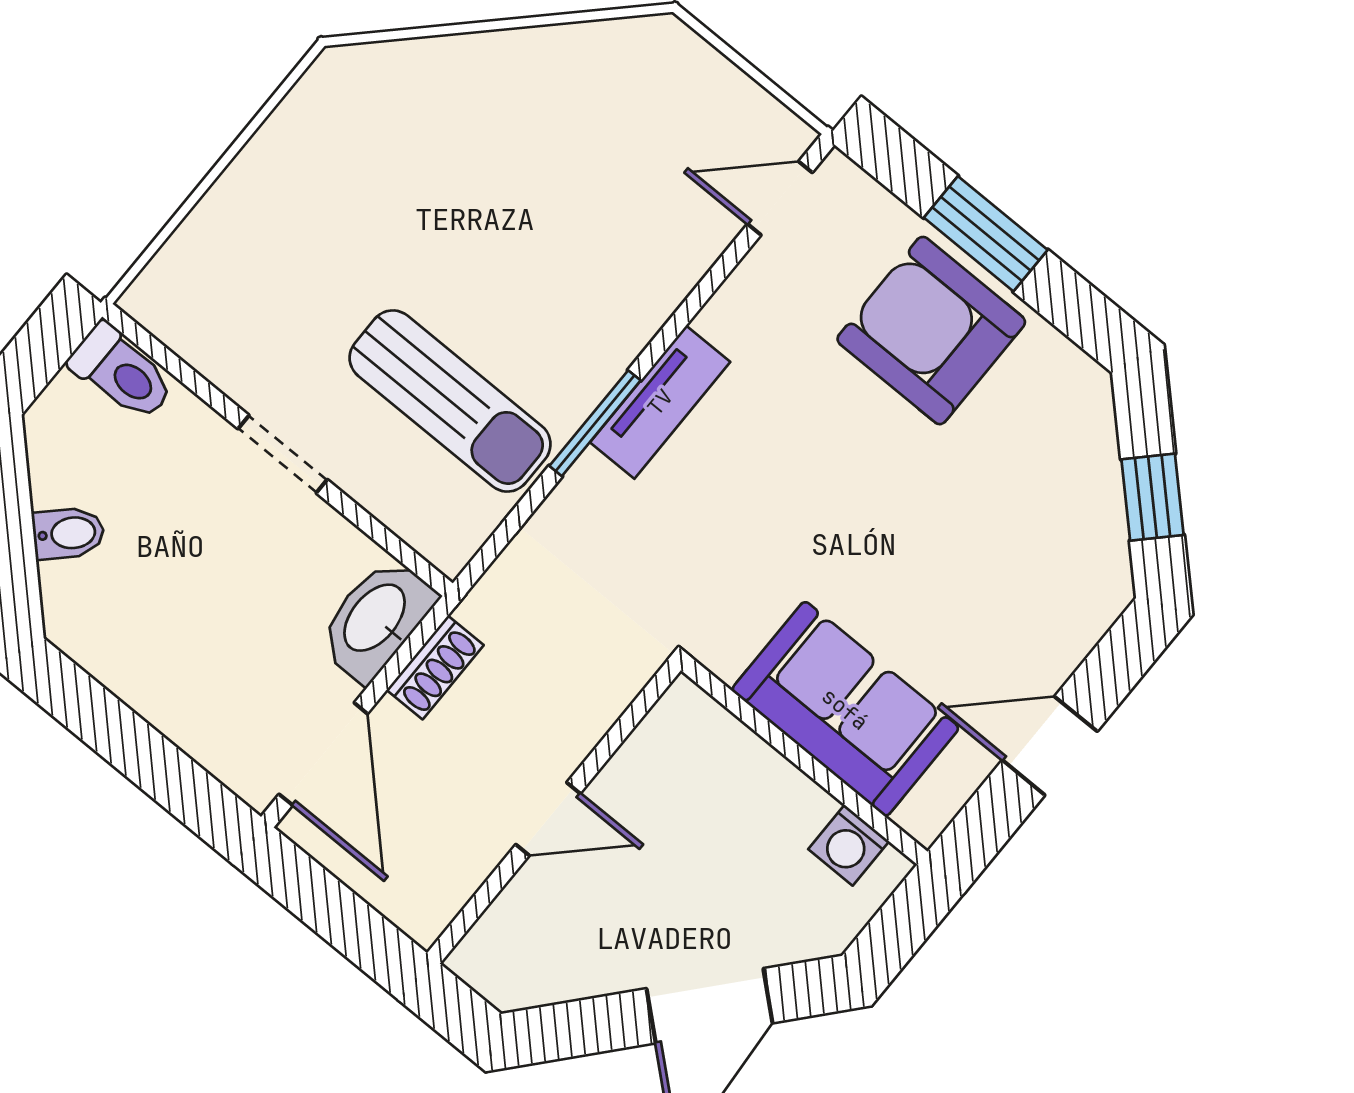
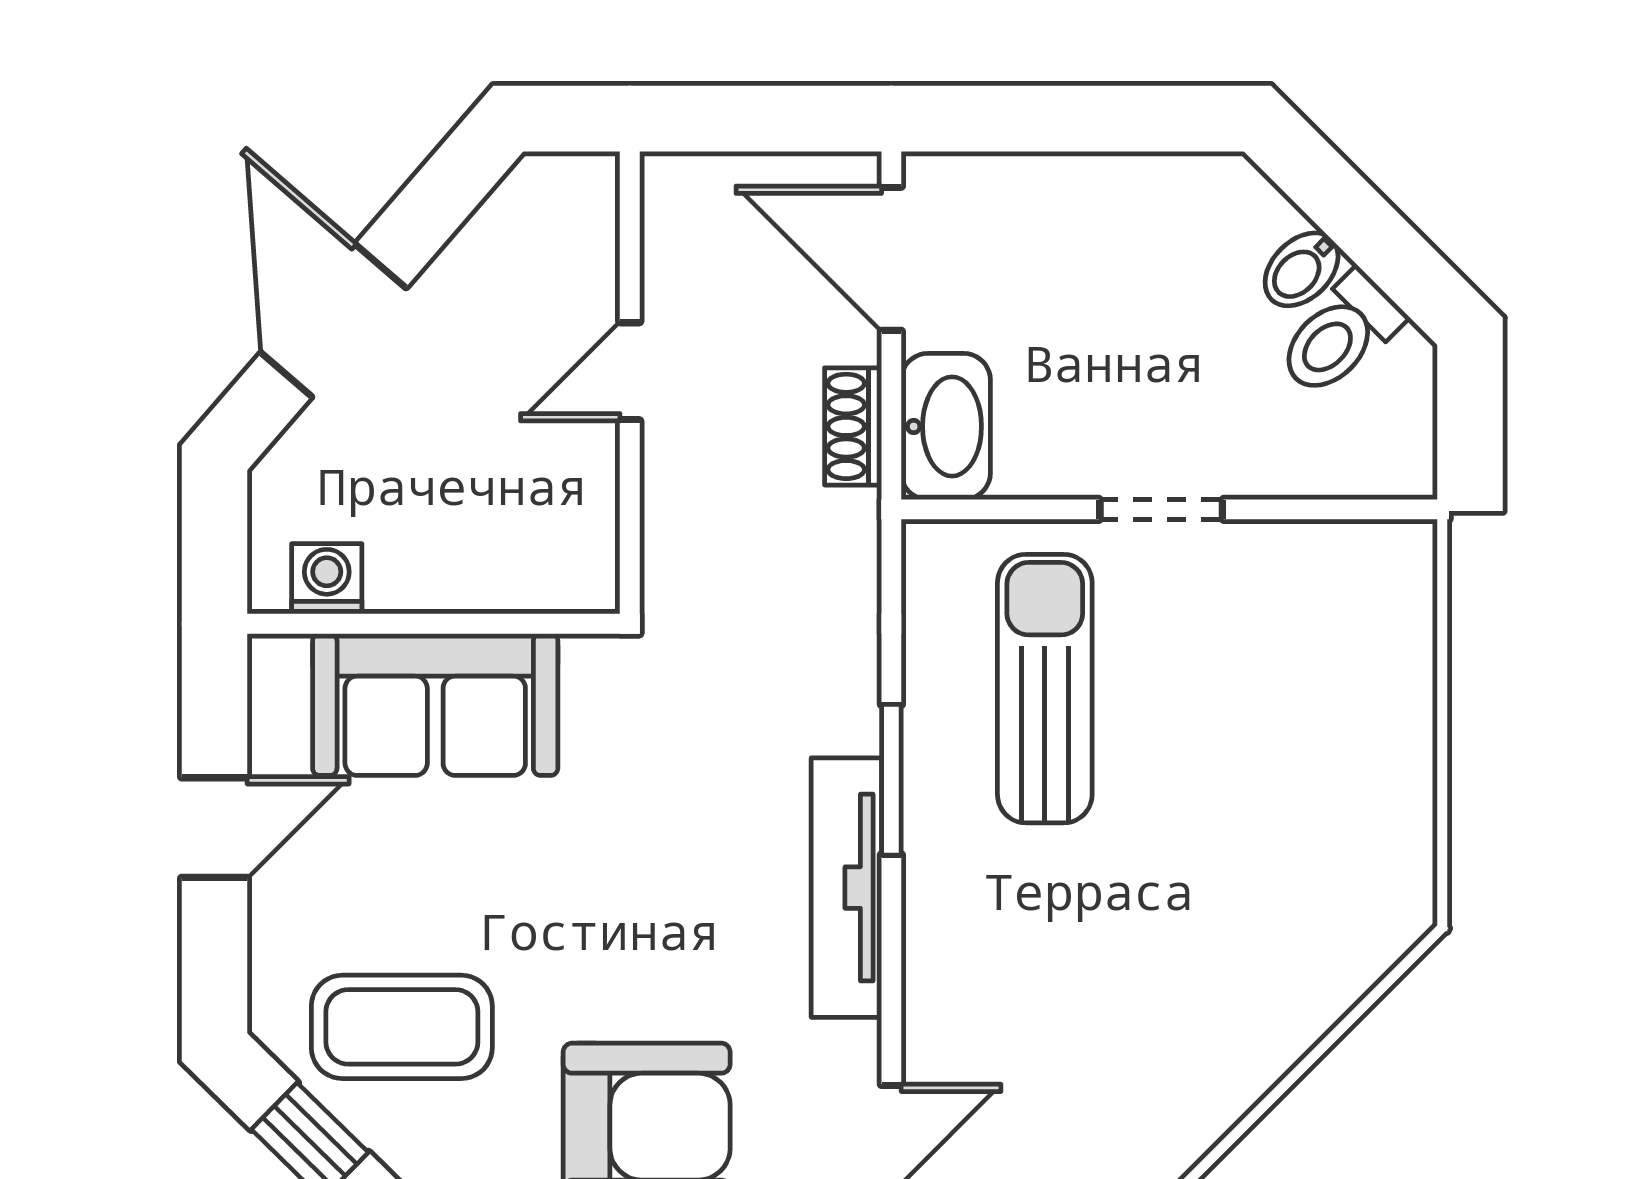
toilet: (122, 373) -> (1340, 335), moved, turned -45
sun lounger: (450, 401) -> (1045, 689), turned 90
tv unit: (660, 402) -> (846, 888), width x1.41
coffee table: (1035, 522) -> (402, 1027), added

